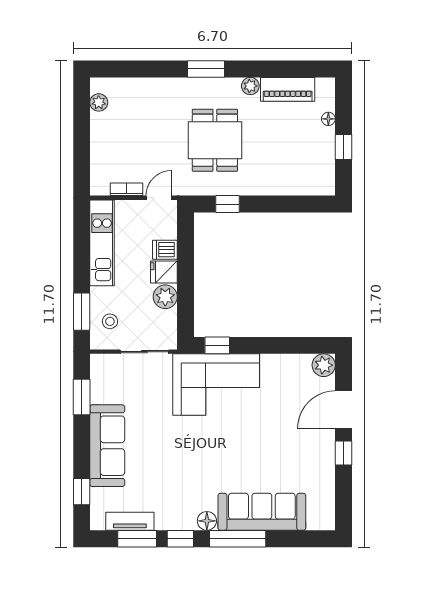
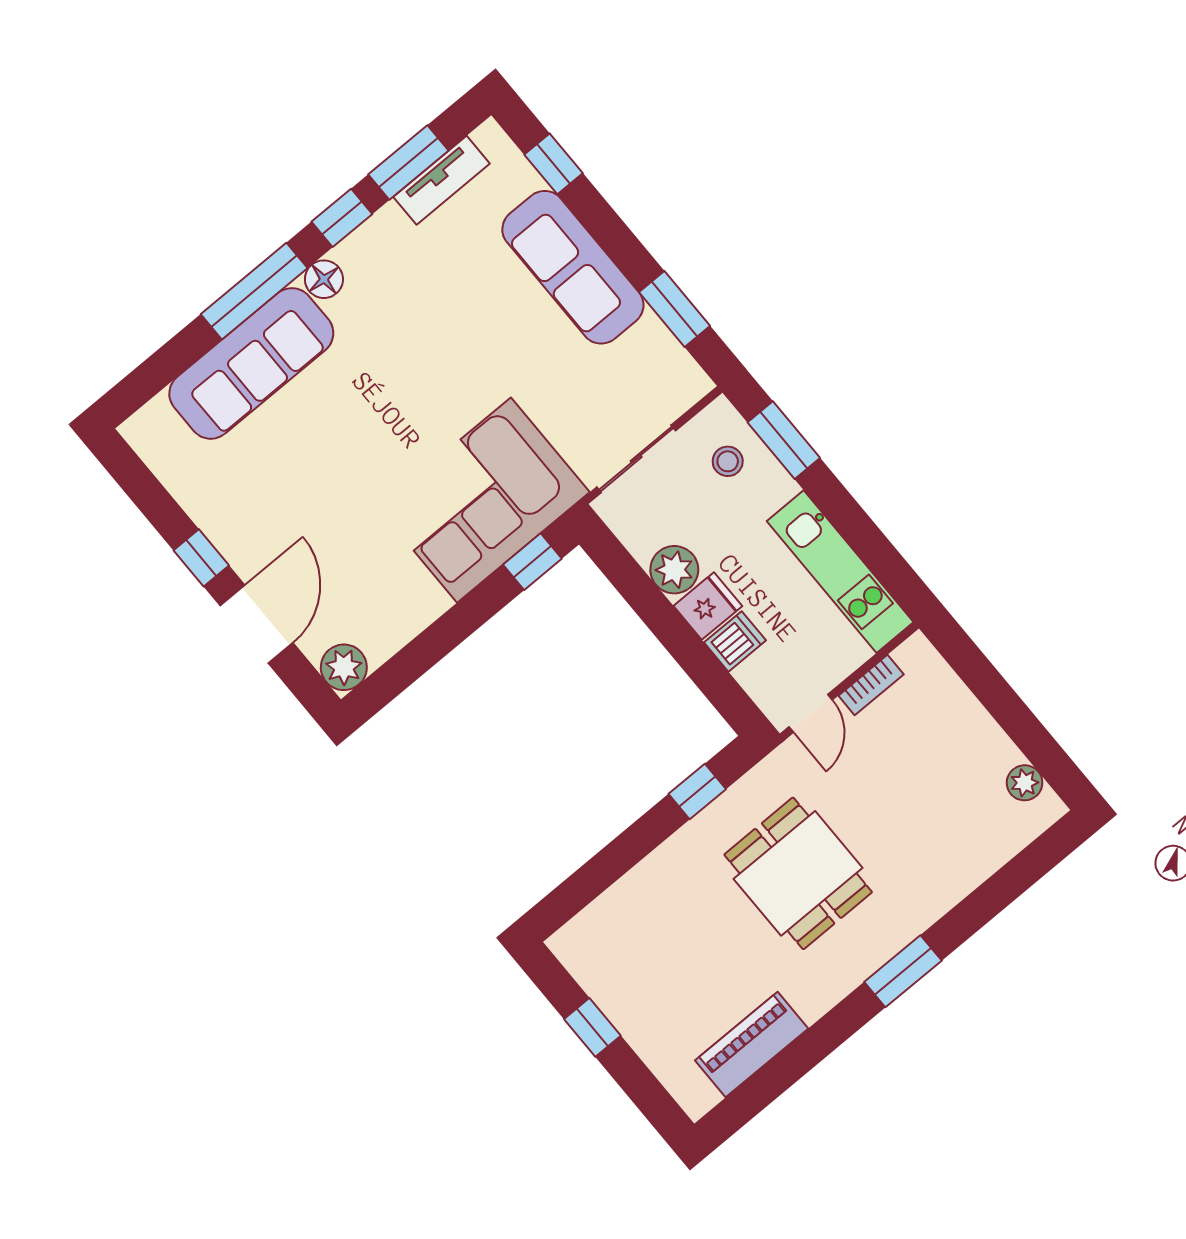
plant: (250, 86) -> (813, 1002), removed
floor lamp: (328, 119) -> (651, 1051), removed

